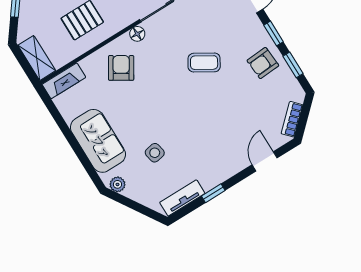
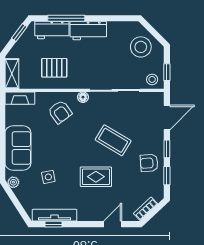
coffee table: (204, 63) -> (113, 140), width x1.36, depth x1.30
armchair: (121, 68) -> (60, 112), turned 112
rug: (210, 118) -> (96, 177), added
window: (213, 193) -> (53, 224), moved
tv unit: (182, 198) -> (54, 215), width x1.41

